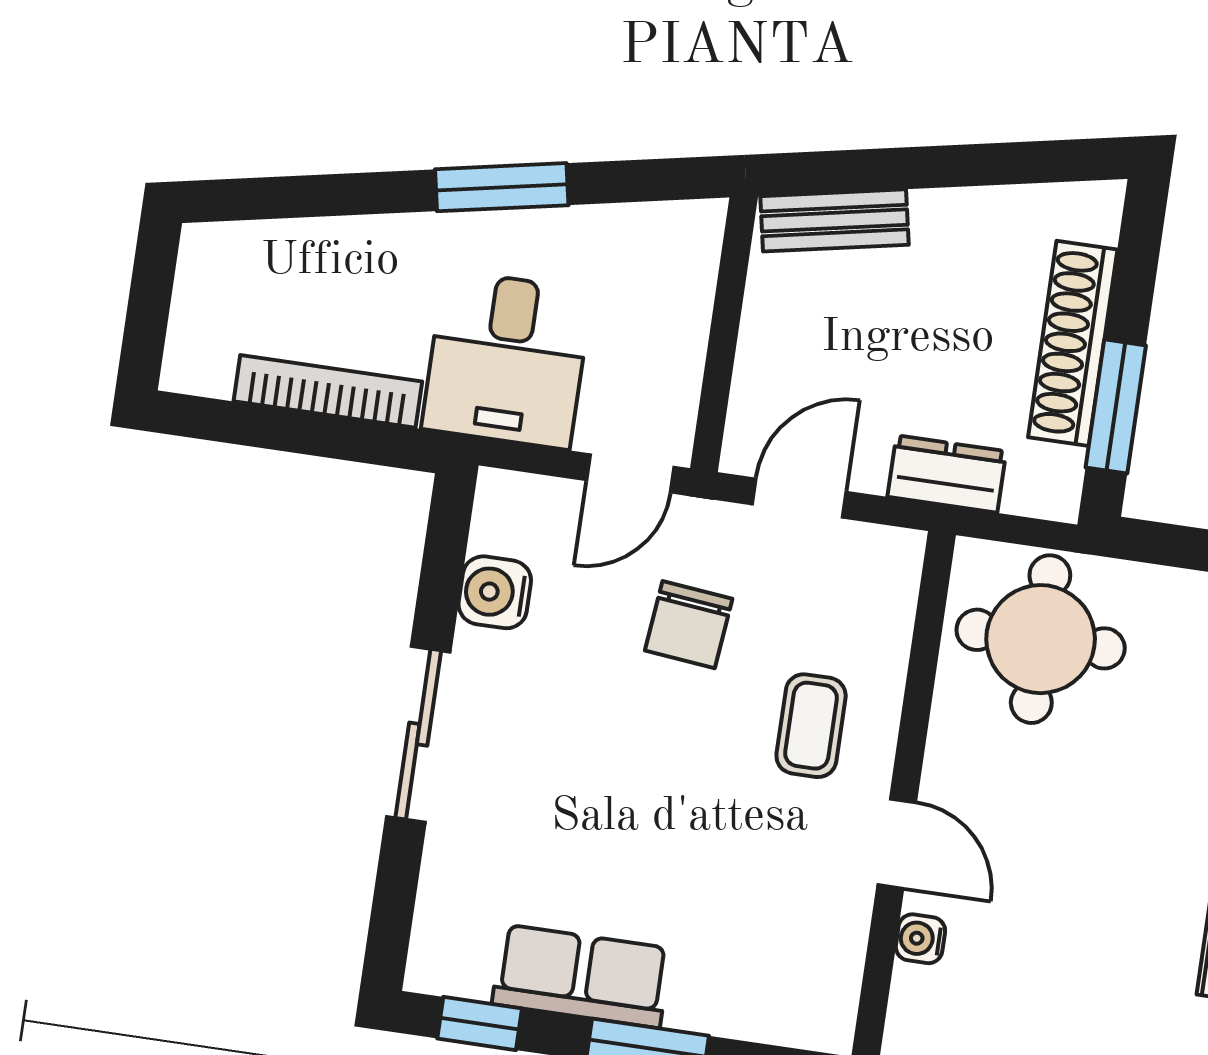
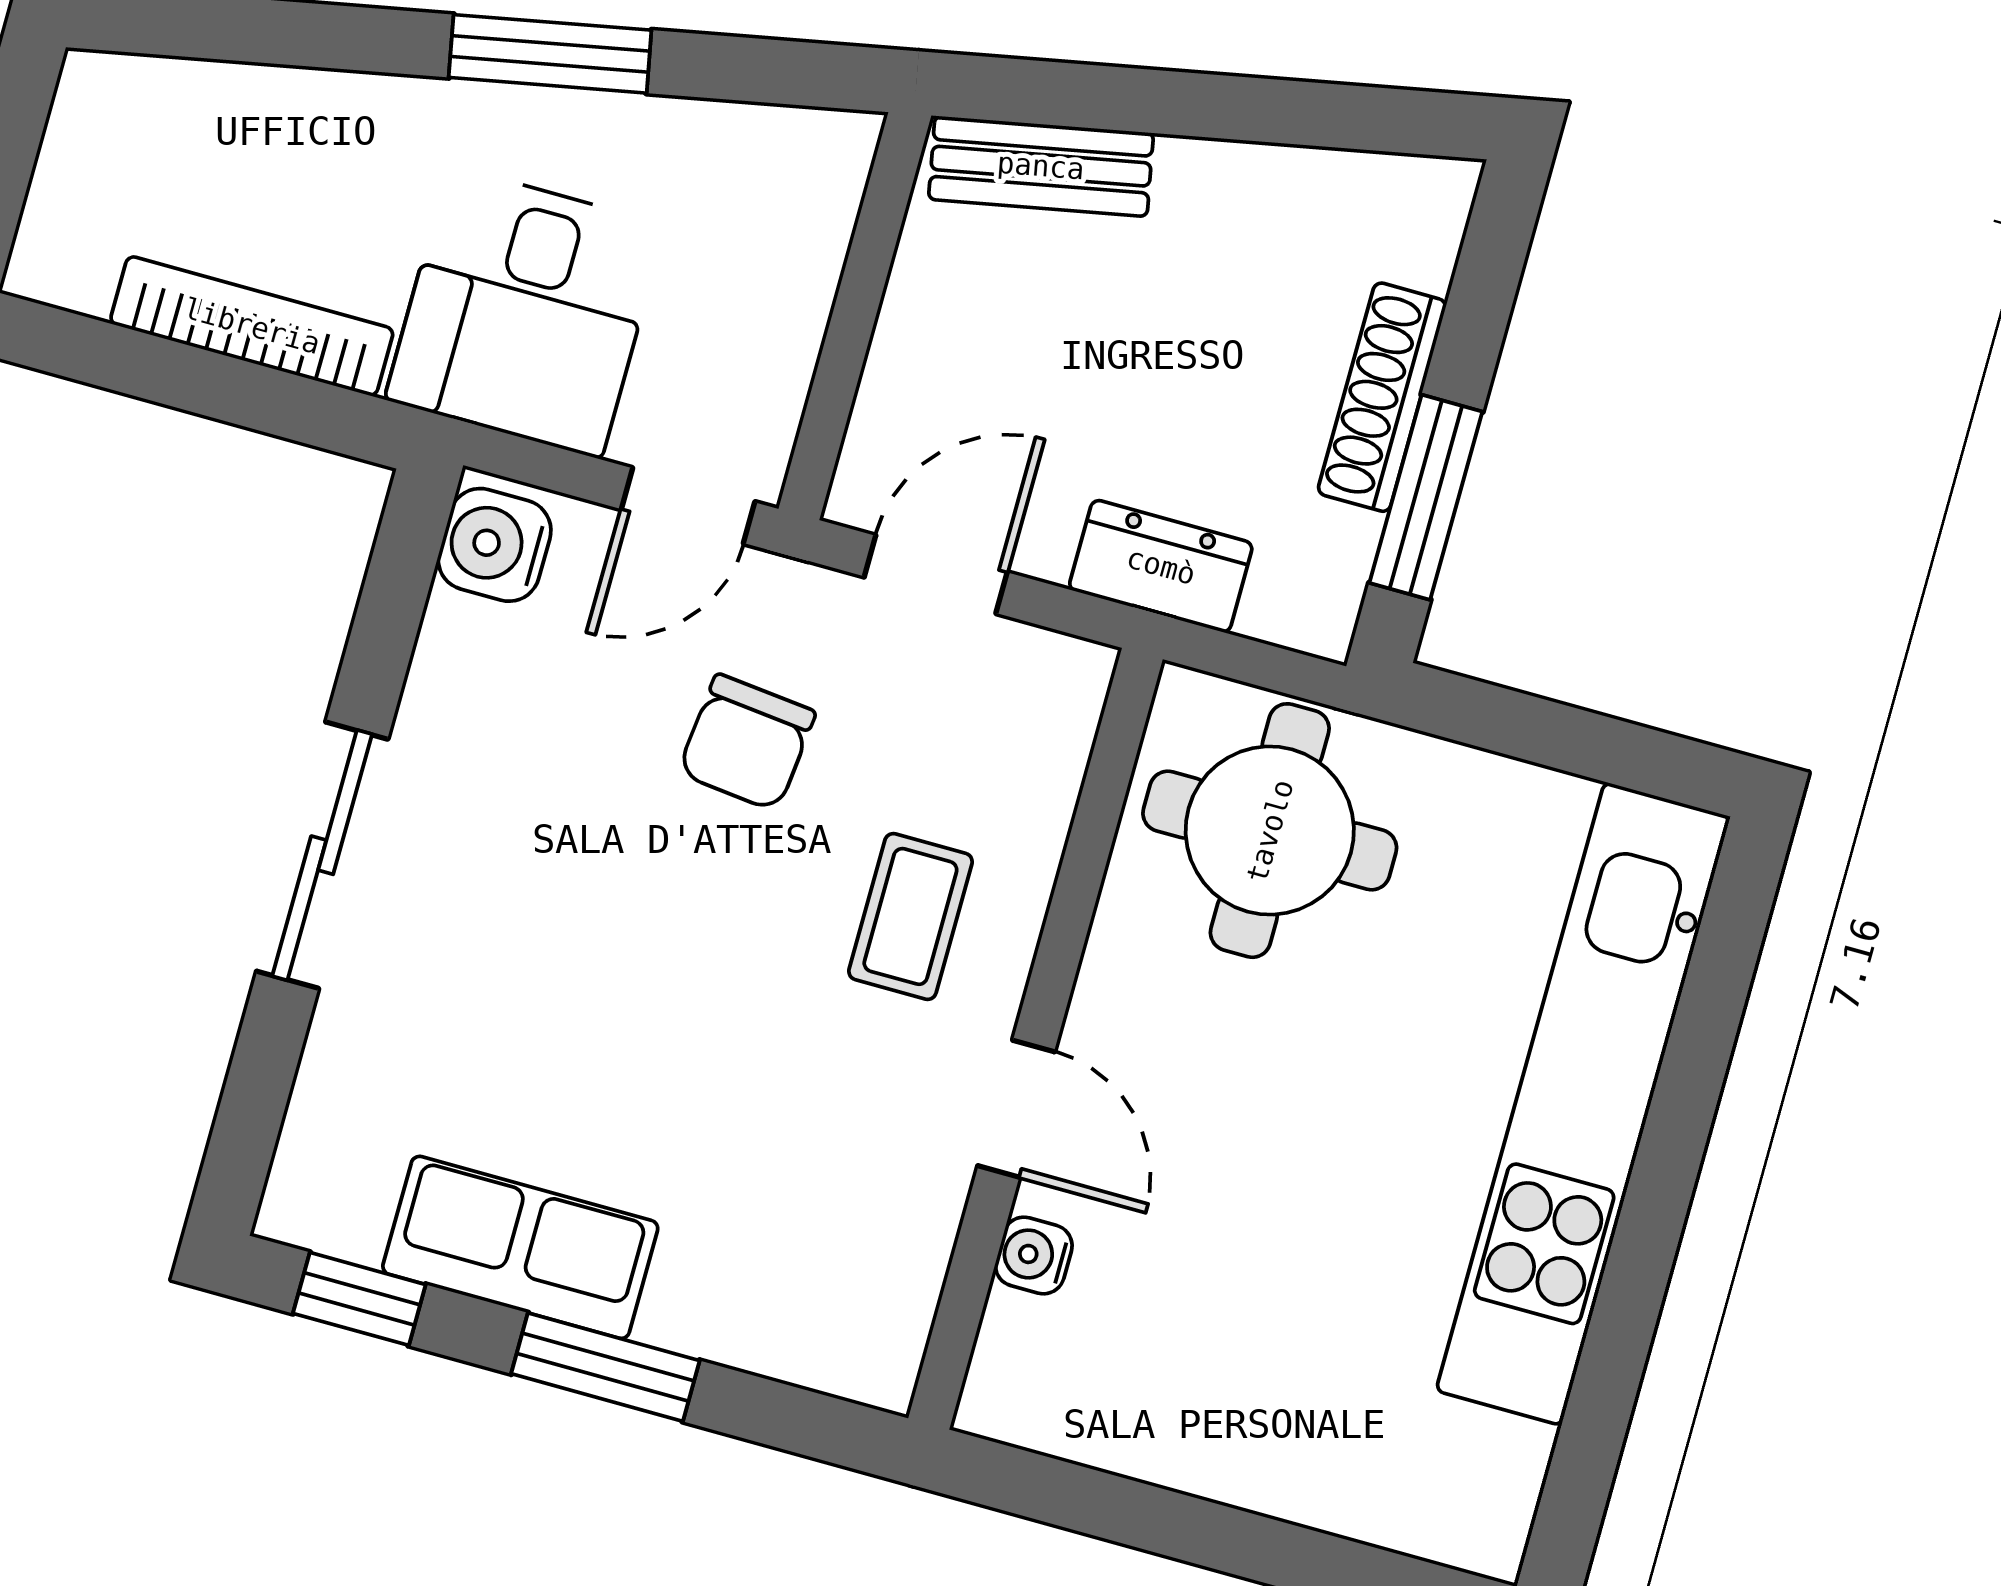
shoe rack: (1073, 343) -> (1382, 397), width x0.74, depth x0.81
water cooler: (495, 592) -> (495, 545), moved

